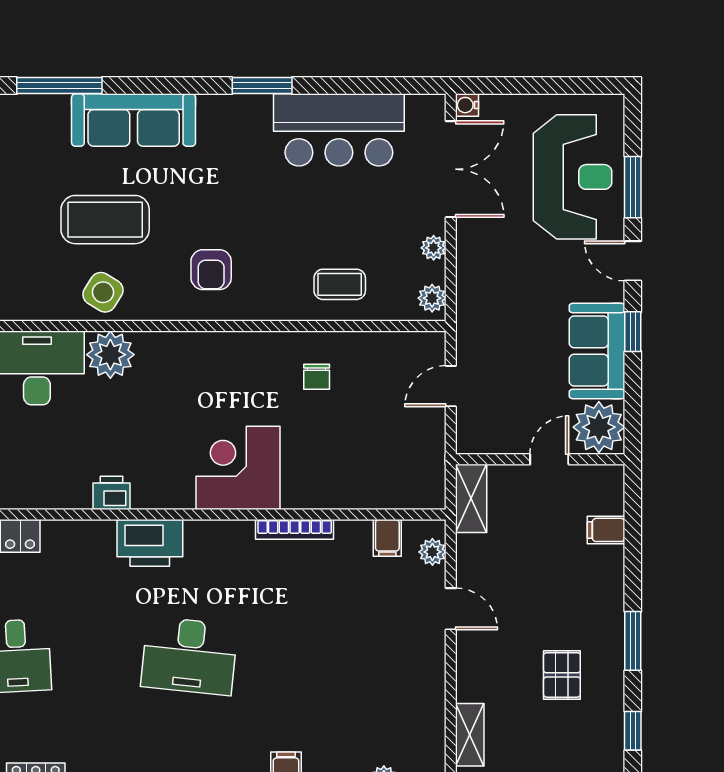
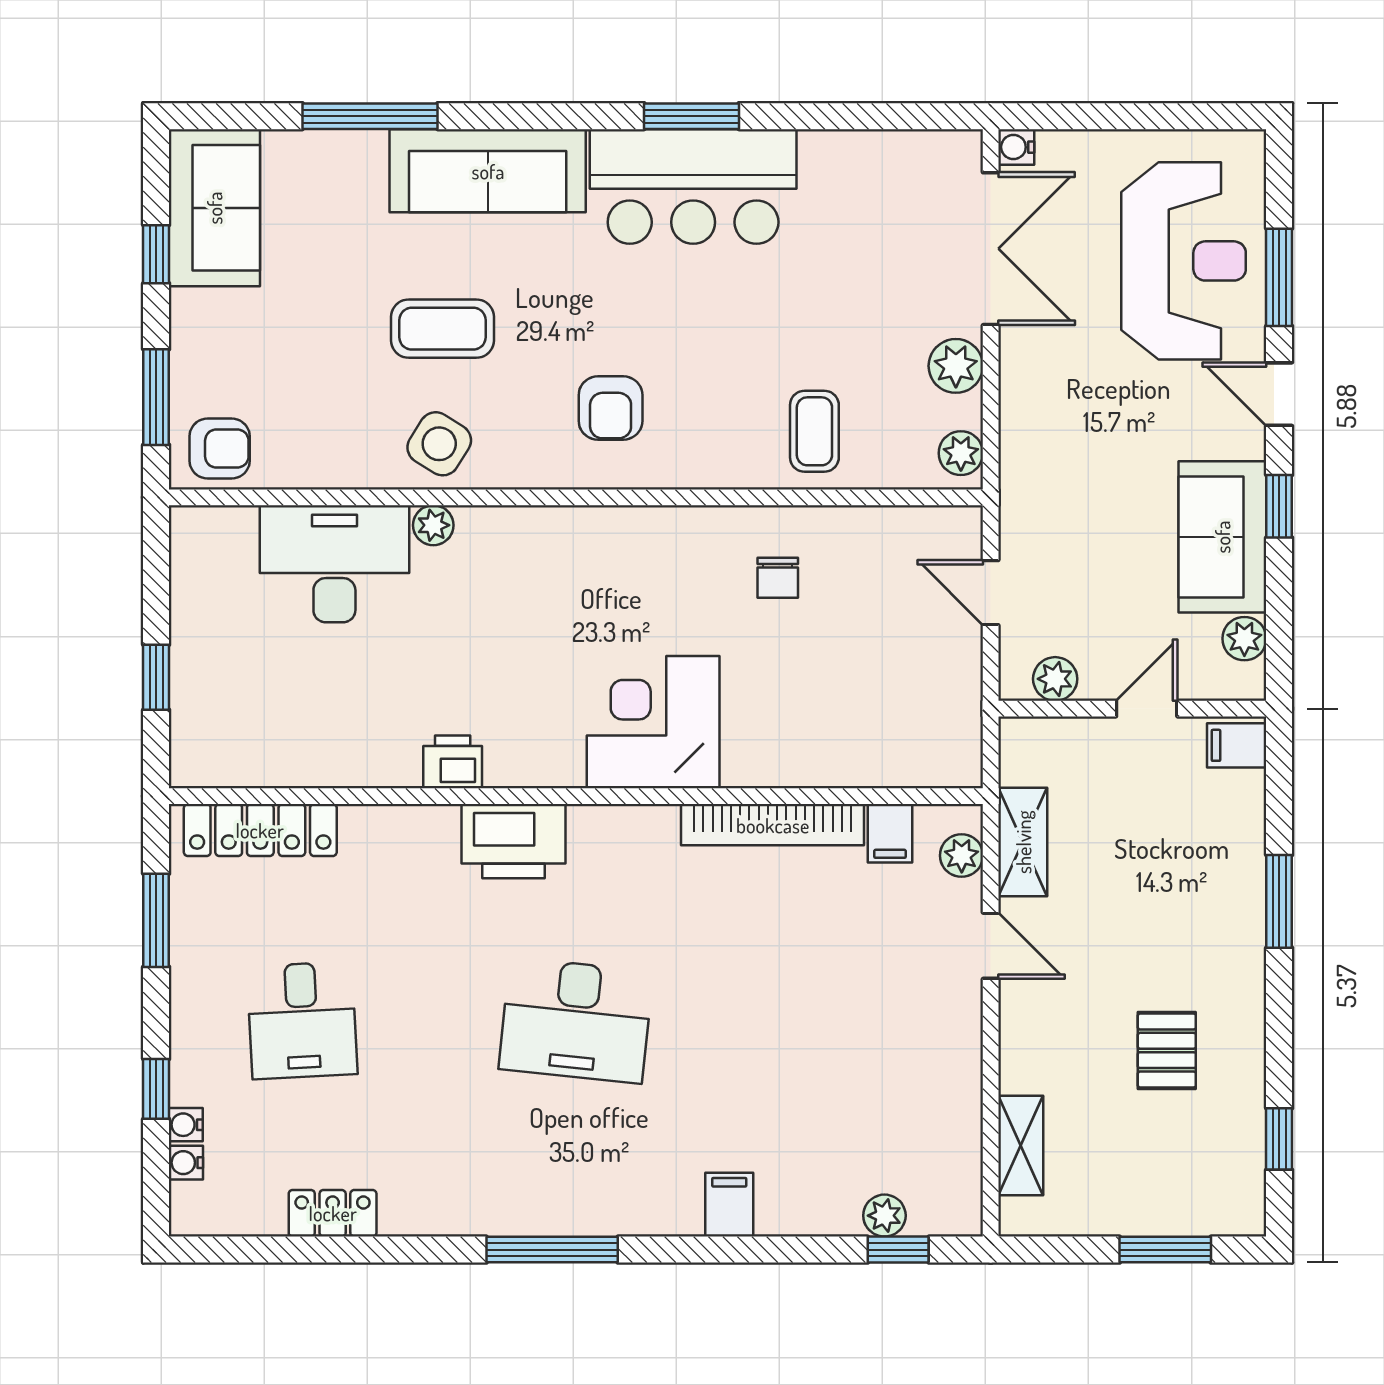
bar counter: (339, 130) -> (693, 187), moved
coffee table: (105, 220) -> (443, 329), width x0.73, depth x0.76
plant: (434, 248) -> (956, 366), width x1.38, depth x1.38
coffee table: (340, 284) -> (814, 431), turned 90
plant: (110, 355) -> (433, 525), width x0.53, depth x0.53
door: (451, 386) -> (991, 593), hinge flipped
plant: (599, 427) -> (1244, 639), width x0.53, depth x0.53
plant: (492, 441) -> (1055, 679), added
shelving: (471, 498) -> (1023, 842), moved
bookcase: (295, 529) -> (773, 825), width x1.48, depth x1.31
filing cabinet: (606, 530) -> (1237, 745), moved
window: (633, 641) -> (1279, 901), moved

